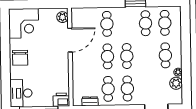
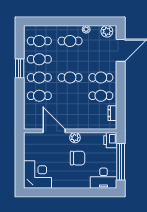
plant: (62, 17) -> (75, 138), moved
cafe table: (108, 56) -> (39, 77), moved
chair: (20, 58) -> (78, 158), moved
plant: (176, 83) -> (107, 31), moved

